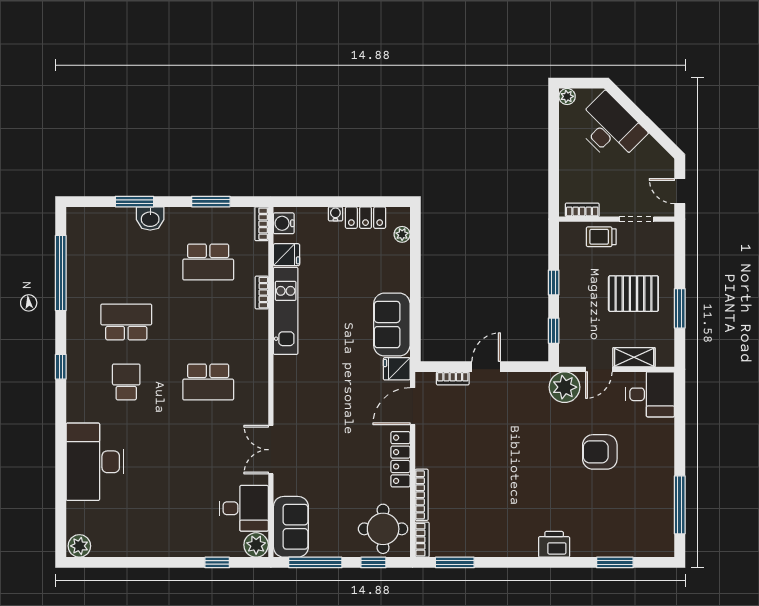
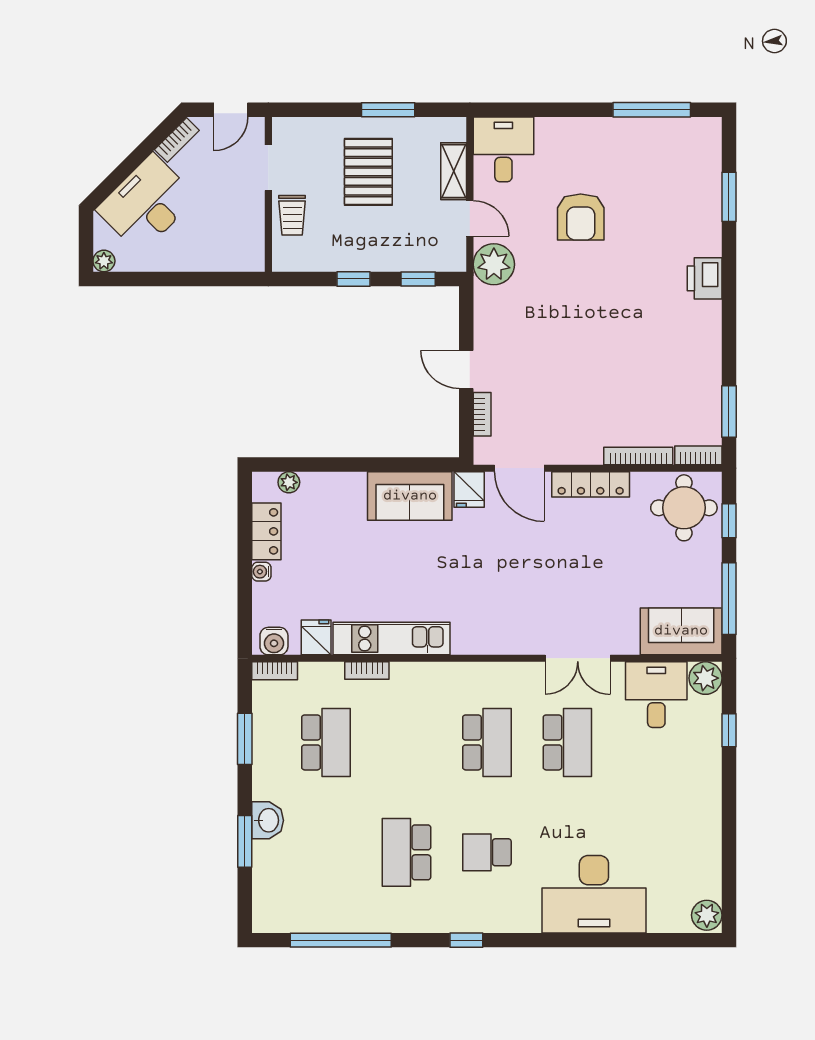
bookcase: (582, 210) -> (177, 140), moved, turned -135
school desk: (208, 442) -> (567, 742), added

